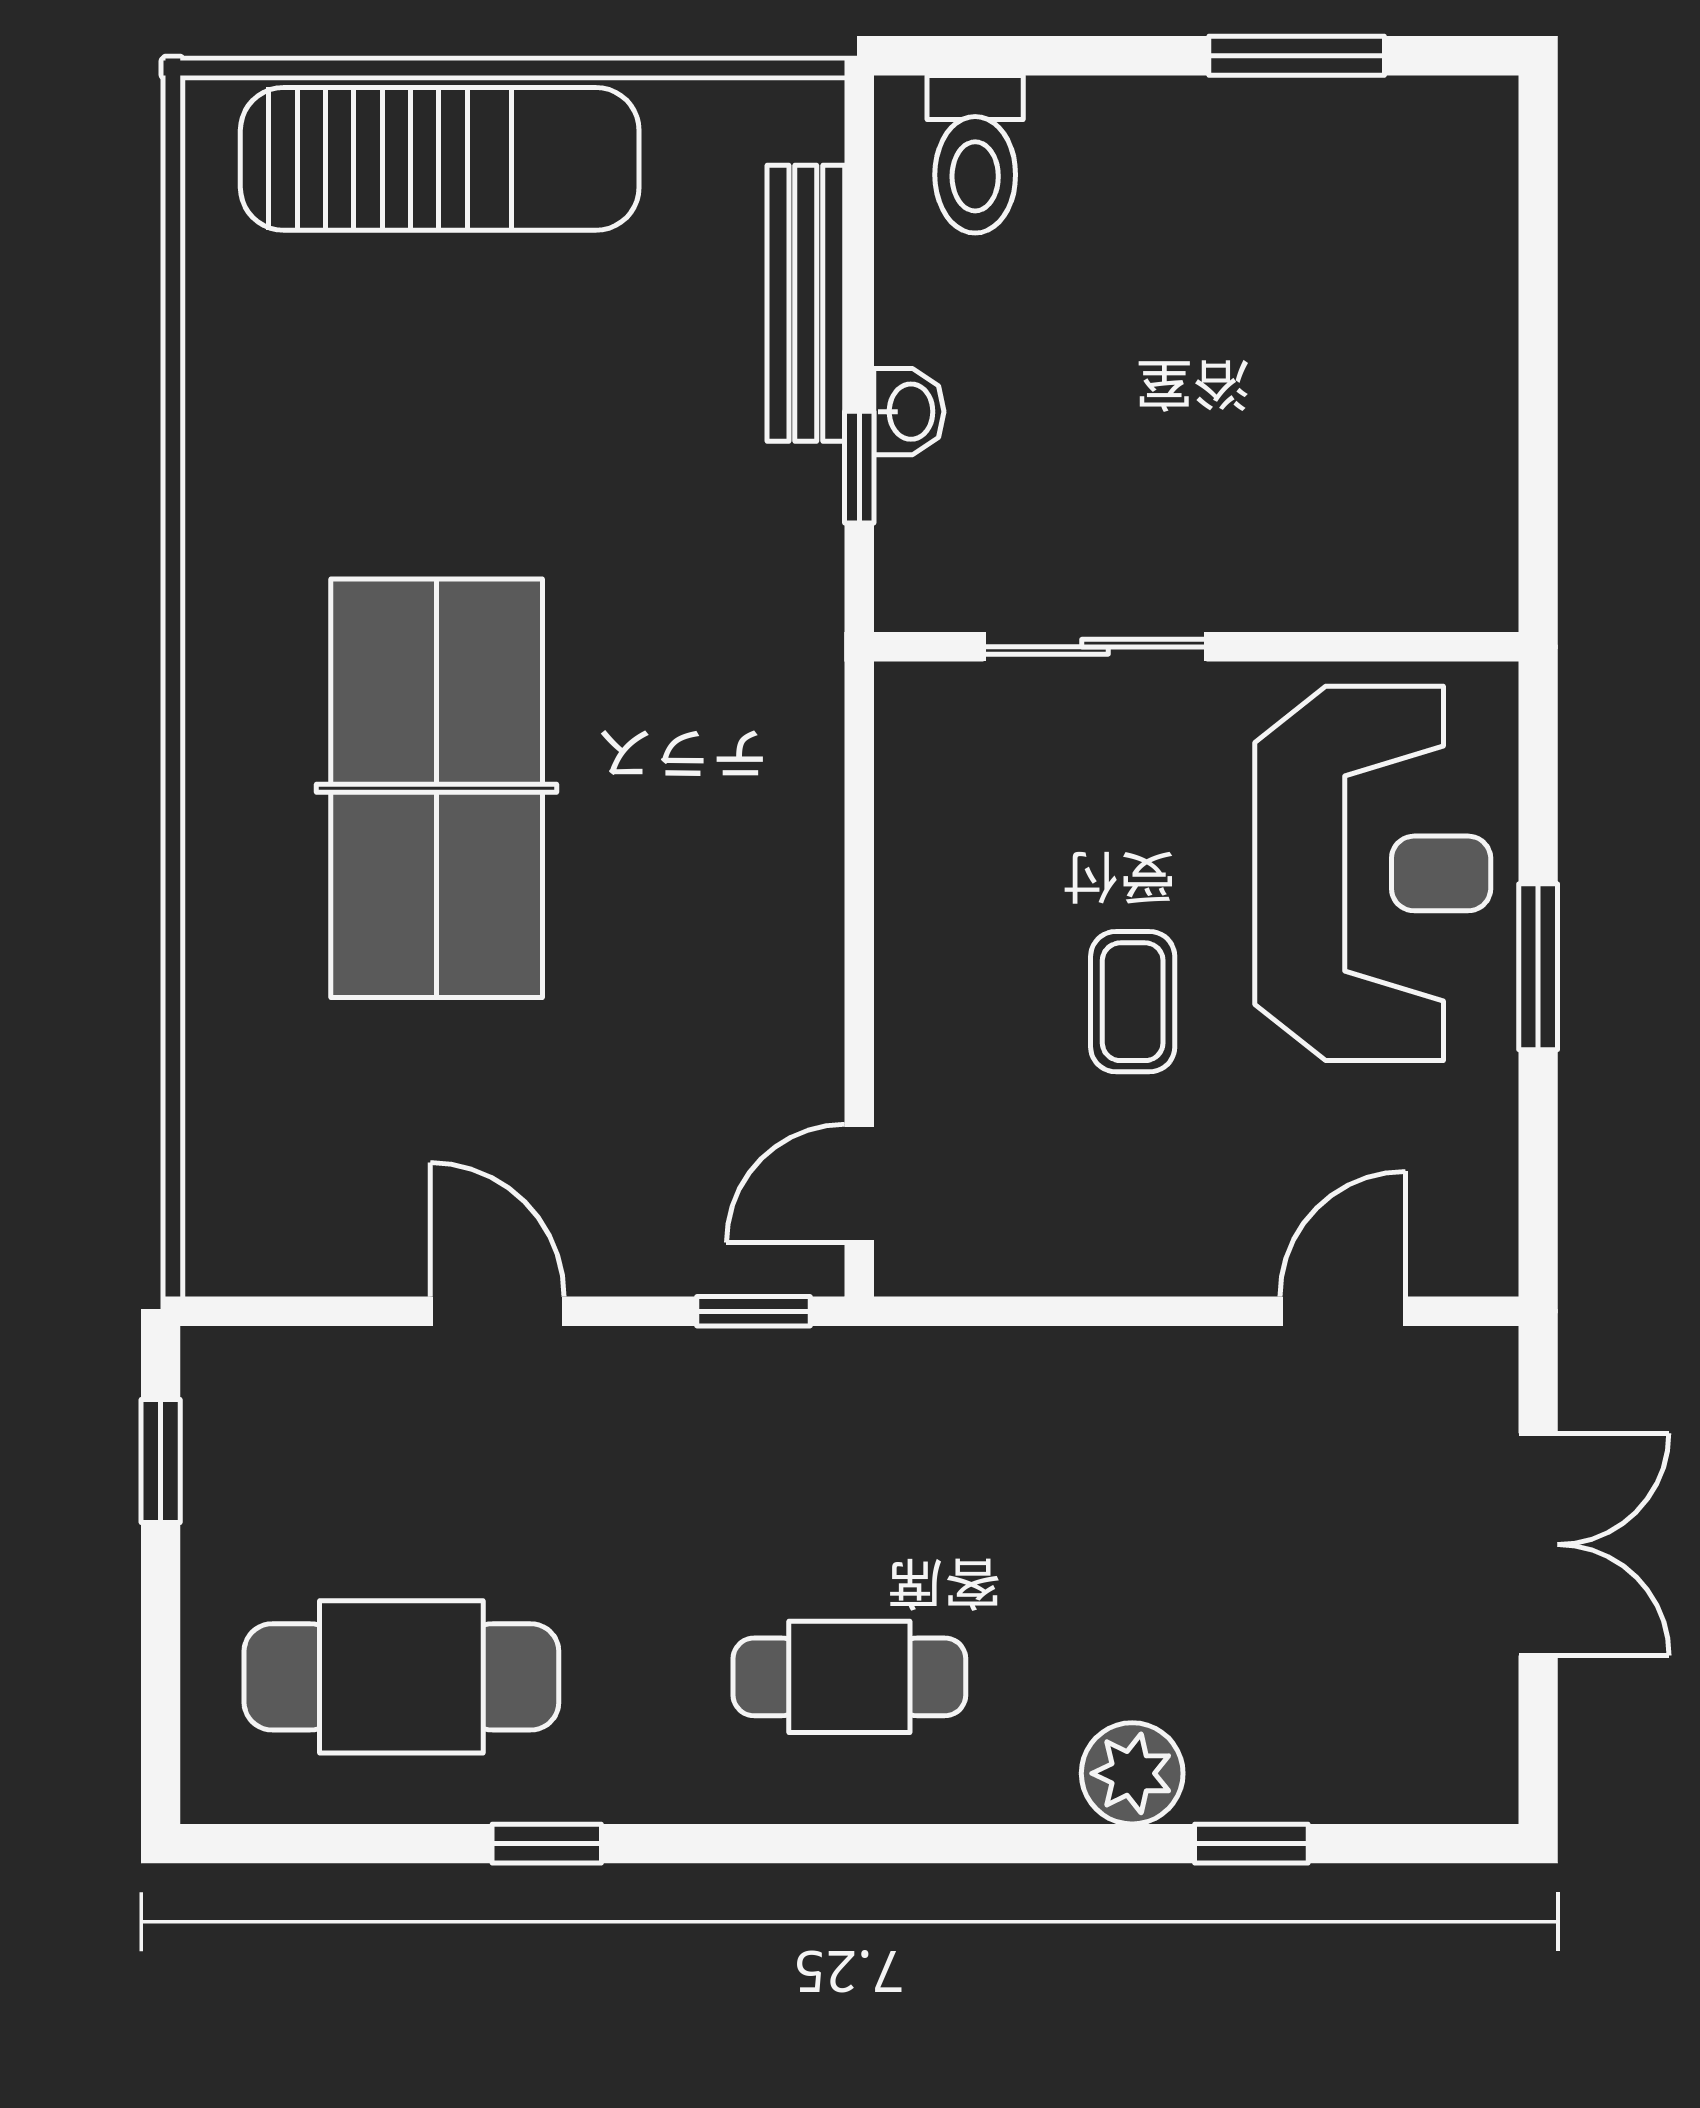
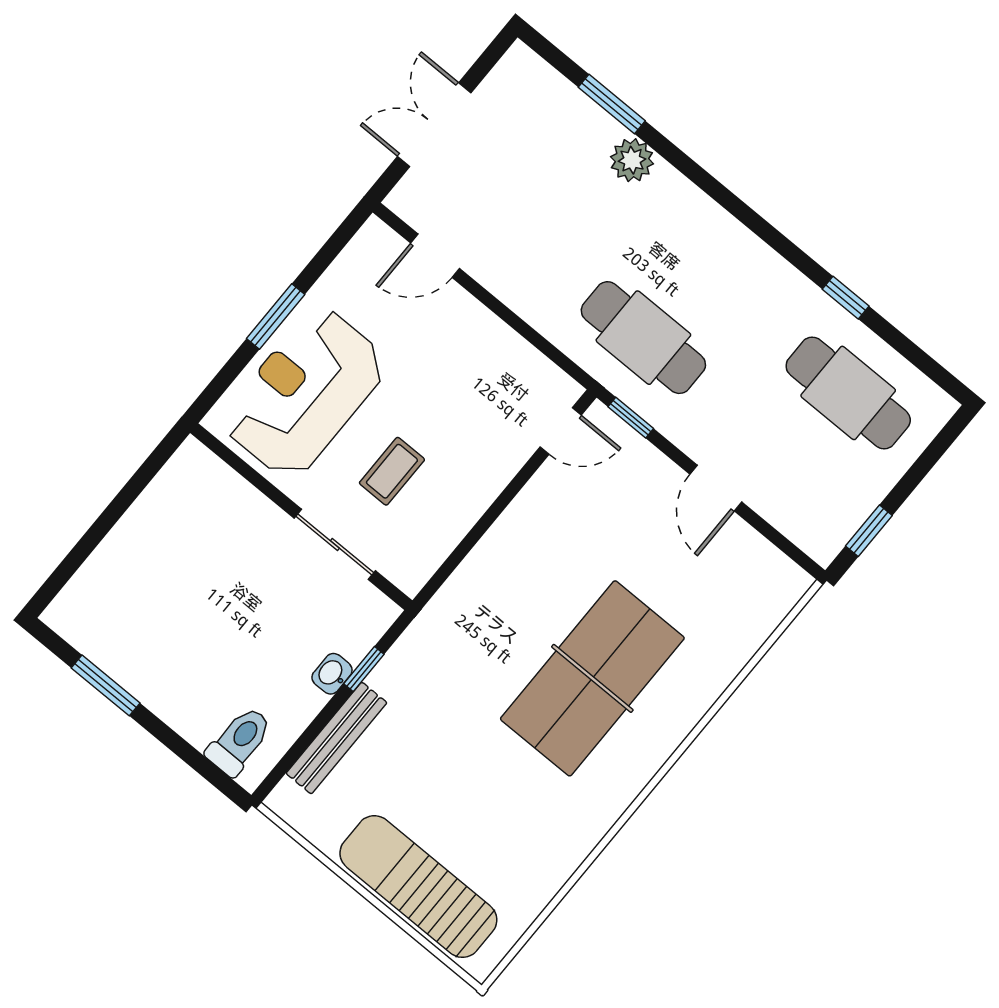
coffee table: (1133, 1002) -> (392, 471), moved
cafe table: (849, 1677) -> (643, 338), moved, width x1.37, depth x1.35
window: (1251, 1844) -> (612, 104), width x1.50

